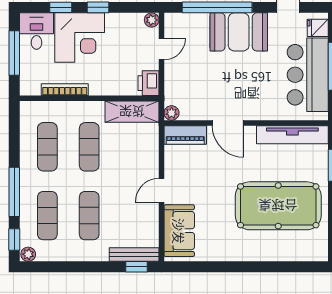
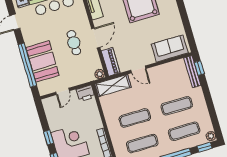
plant: (152, 20) -> (47, 103), removed
booth: (239, 32) -> (42, 61), moved
door: (162, 49) -> (63, 91), swing flipped
cafe table: (230, 88) -> (74, 43), added
shelving: (132, 112) -> (113, 86), moved, turned 90
door: (162, 190) -> (138, 69), moved

